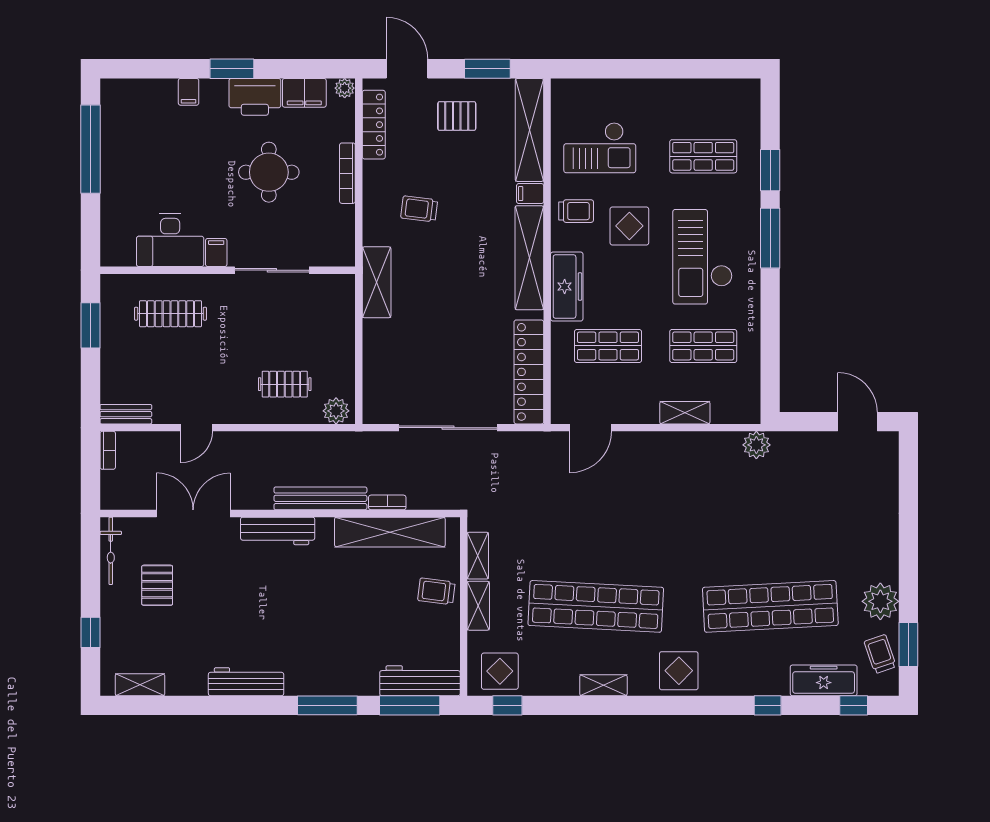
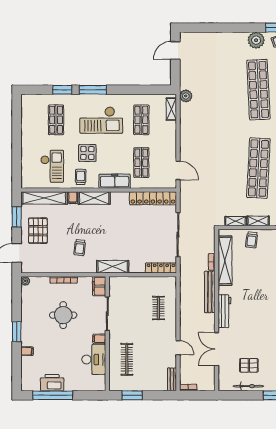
filing cabinet: (304, 93) -> (99, 286), moved, turned 180
printer: (255, 97) -> (52, 383), moved, turned -90
pallet: (457, 116) -> (38, 231), width x1.50, depth x1.42
locker: (374, 125) -> (161, 268), moved
shelving: (529, 258) -> (94, 198), width x0.68
plant: (336, 411) -> (170, 285), removed
shelving: (685, 413) -> (171, 109), moved
bicycle: (111, 551) -> (248, 386), moved

